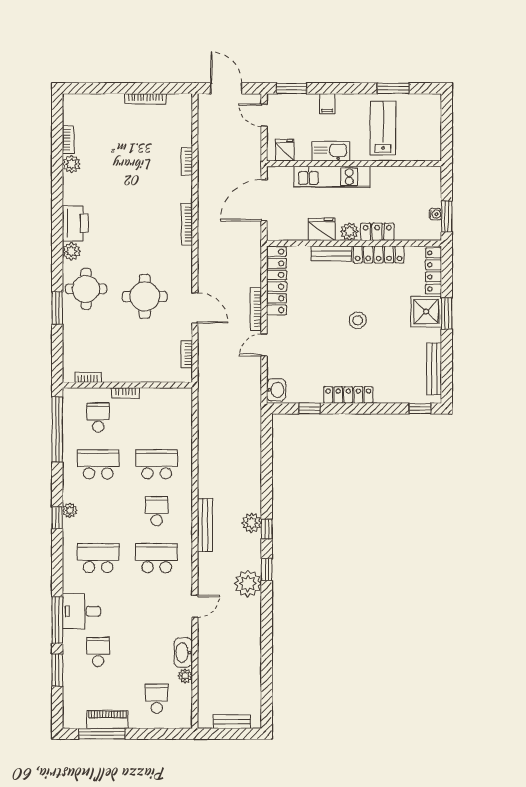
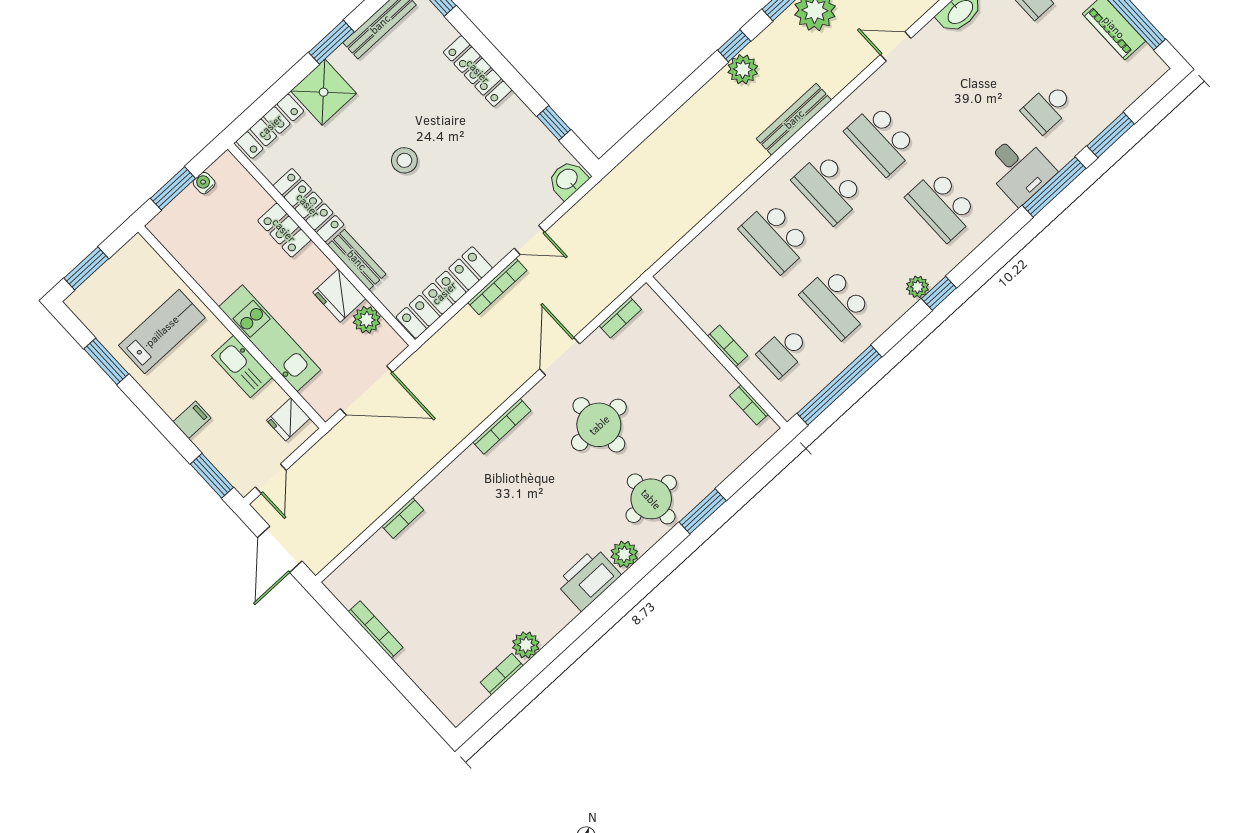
window: (447, 120) -> (86, 268), added
lab bench: (383, 128) -> (162, 331), turned 180
window: (447, 216) -> (173, 188), moved
bookcase: (187, 224) -> (502, 426), moved
plant: (349, 232) -> (367, 320), moved
window: (447, 313) -> (331, 42), moved
locker: (348, 395) -> (478, 71), moved
school desk: (157, 511) -> (828, 188), width x1.85

